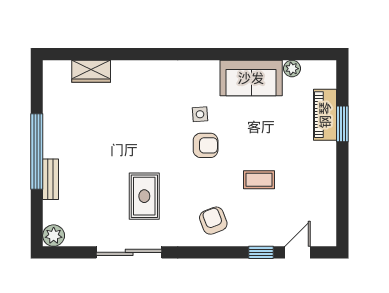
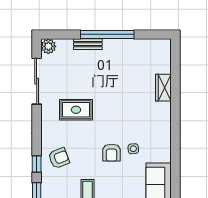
wardrobe: (91, 71) -> (163, 88), moved
sliding door: (129, 252) -> (37, 81), moved
window: (222, 252) -> (37, 164), added

